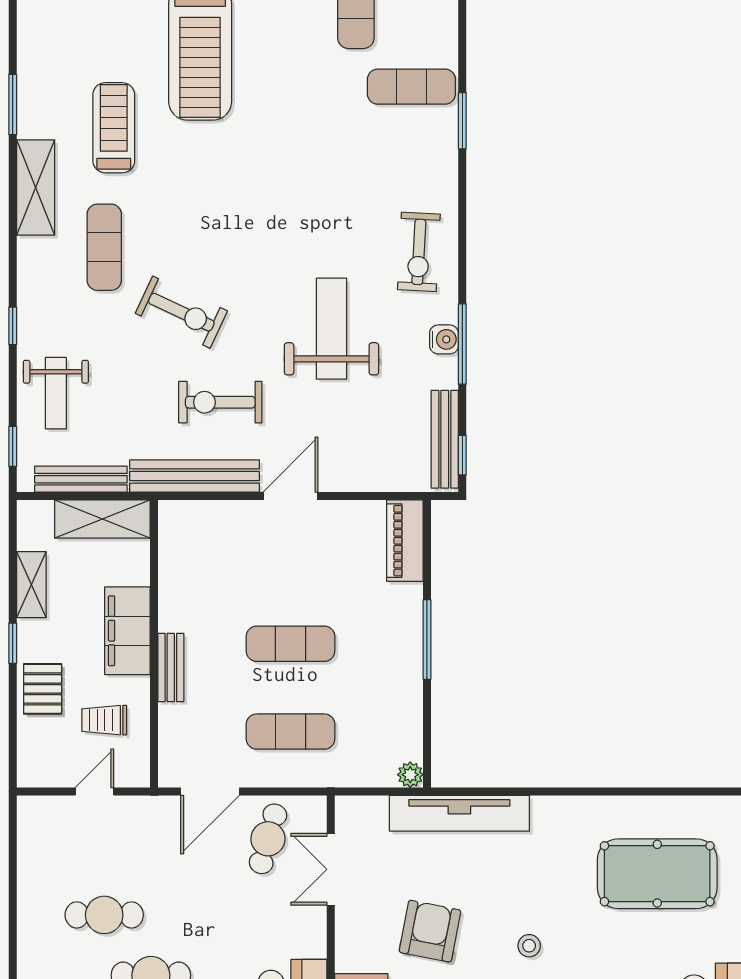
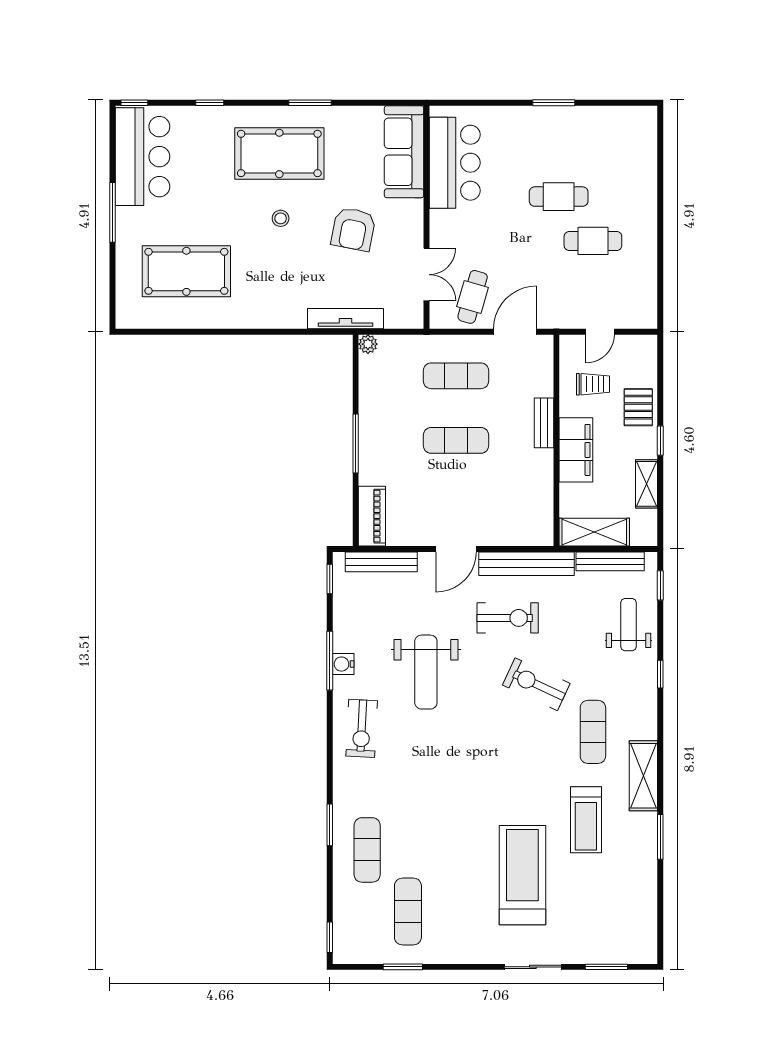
exercise mat: (411, 87) -> (367, 850), turned 90
exercise bike: (419, 252) -> (362, 728), turned 180
bench: (445, 439) -> (381, 562), moved, turned 90
tv unit: (459, 813) -> (345, 319), width x0.73, depth x0.78

